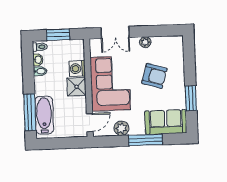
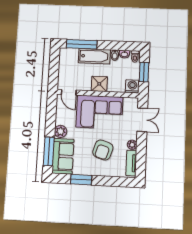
double door: (115, 33) -> (142, 120), swing flipped
tv unit: (167, 41) -> (131, 163), added
washing machine: (77, 69) -> (132, 86), moved
bathtub: (44, 115) -> (94, 56), moved
plant: (121, 128) -> (61, 131), moved
window: (146, 140) -> (49, 151), moved

